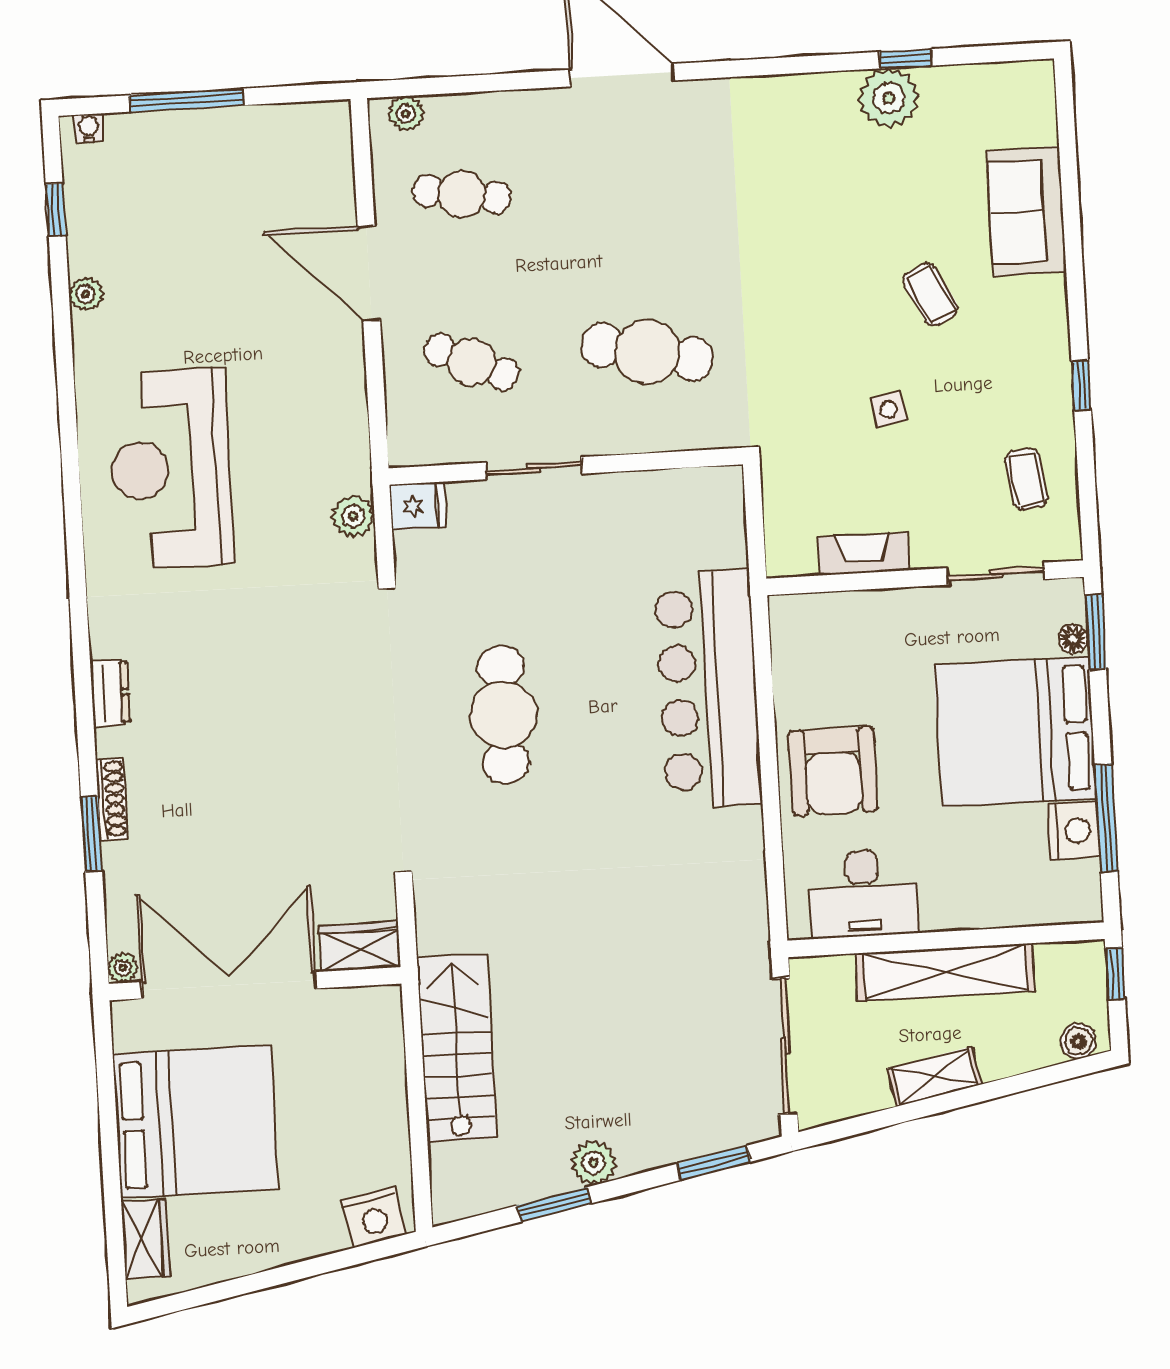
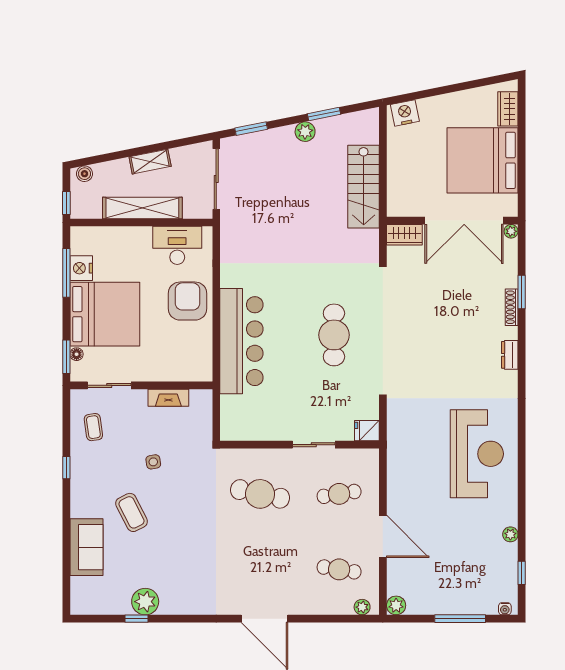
coffee table: (931, 294) -> (132, 512), width x1.36, depth x1.30
cafe table: (472, 362) -> (339, 494), turned -33
plant: (353, 516) -> (396, 605), moved

